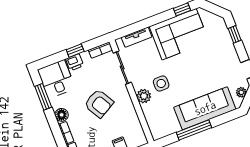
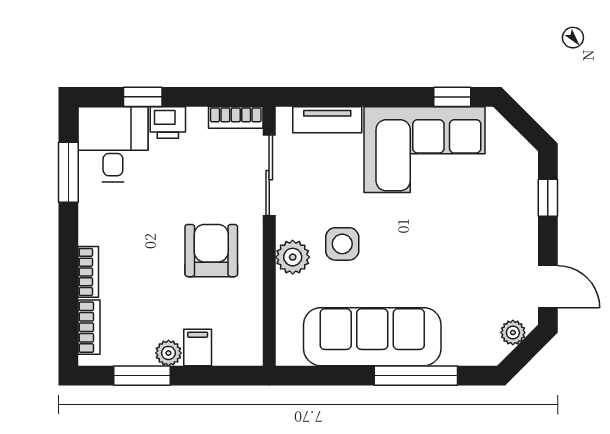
window: (75, 51) -> (143, 97), moved
armchair: (99, 104) -> (211, 251), moved, turned -150
sofa: (205, 108) -> (372, 337), moved
floor lamp: (62, 115) -> (94, 228), removed
window: (194, 130) -> (416, 376), moved

